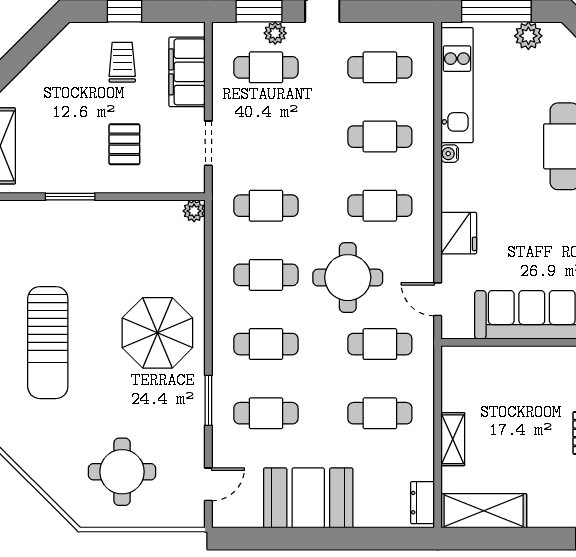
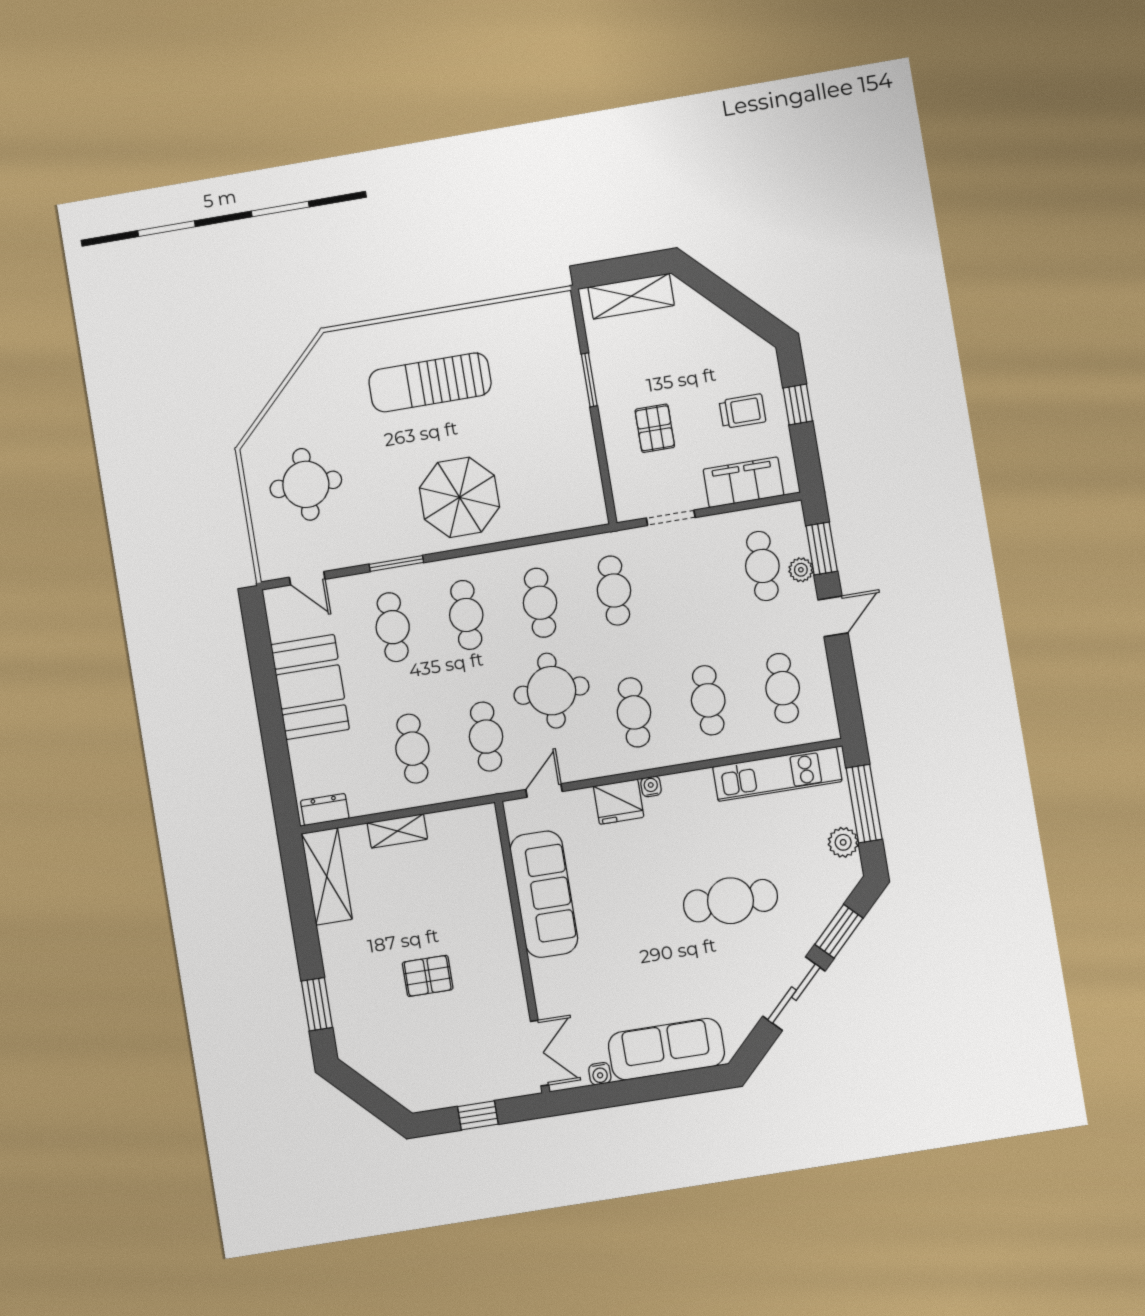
pallet: (124, 144) -> (655, 428), turned 90
water cooler: (450, 154) -> (651, 786), moved
plant: (194, 211) -> (596, 515), removed

